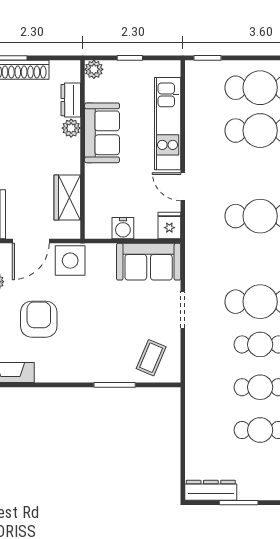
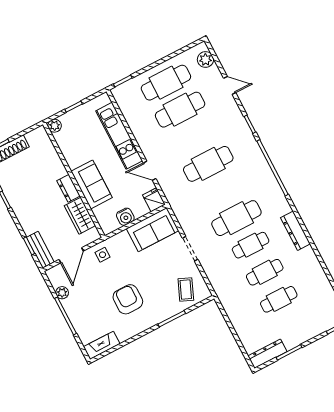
dresser: (71, 100) -> (68, 188), moved
plant: (71, 128) -> (60, 170), removed
sofa: (102, 133) -> (92, 184), moved
side table: (70, 261) -> (103, 255), width x0.54, depth x0.54
armchair: (39, 319) -> (128, 299), moved

